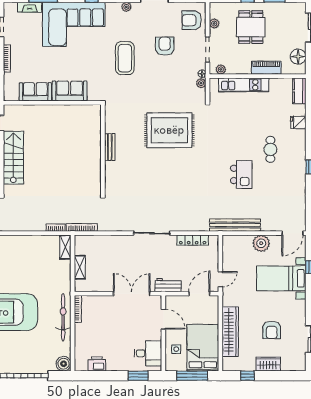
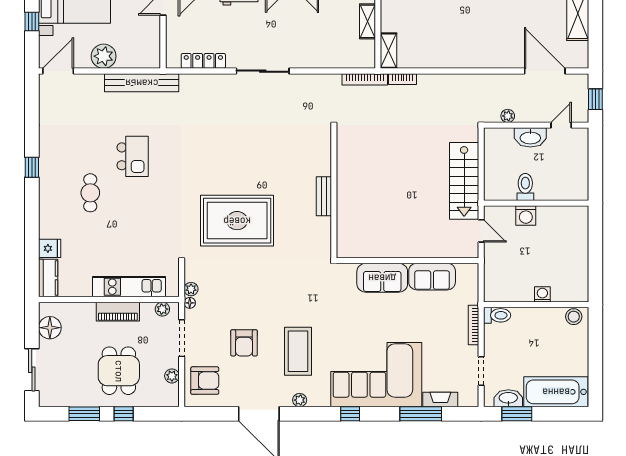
coffee table: (125, 58) -> (298, 351), moved
piano: (266, 68) -> (118, 312), moved
fridge: (298, 122) -> (50, 248), moved
kitchen island: (241, 174) -> (133, 156), turned 180

